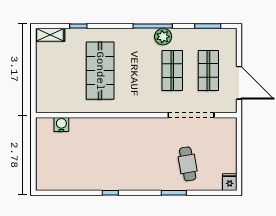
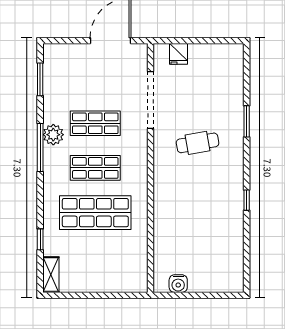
shop shelf: (208, 71) -> (95, 168), moved
water cooler: (61, 125) -> (178, 284), moved, turned -90
cafe table: (188, 164) -> (198, 143), moved
fridge: (230, 182) -> (179, 54), moved, turned -90

